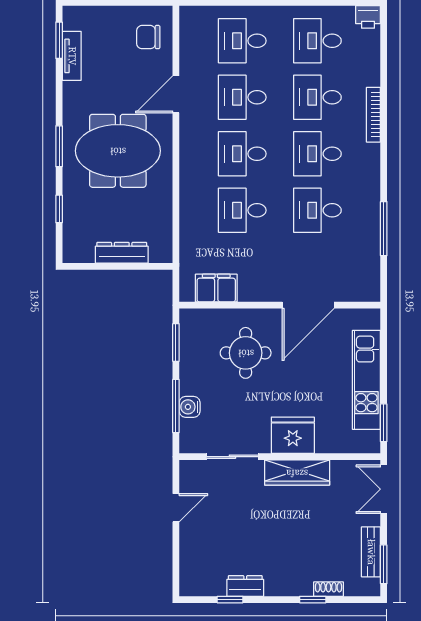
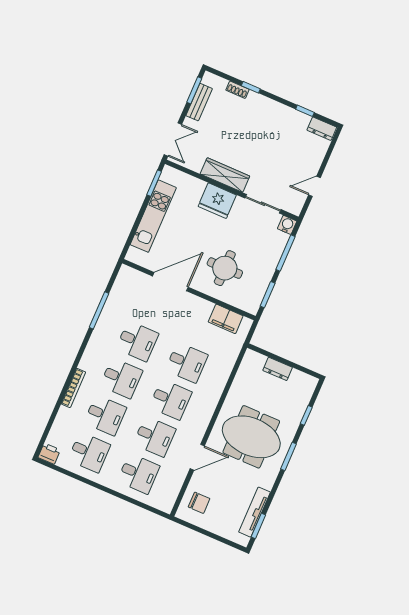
tv unit: (72, 56) -> (255, 512), width x1.41
dresser: (122, 253) -> (278, 369), width x0.70
water cooler: (190, 407) -> (287, 225), moved, turned -90
dresser: (245, 586) -> (322, 129), moved

